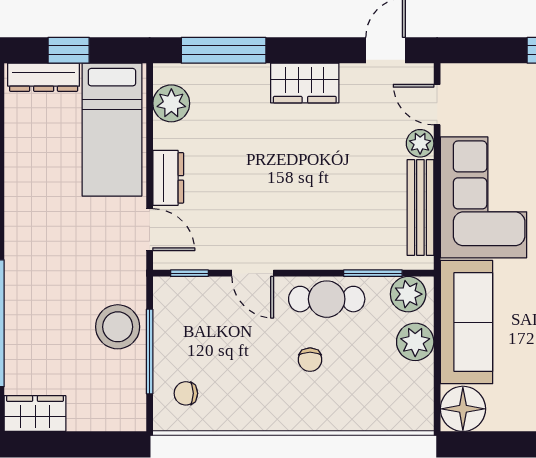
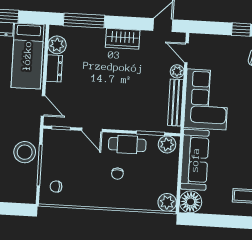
dresser: (168, 178) -> (54, 68), moved
plant: (415, 342) -> (167, 202), moved

